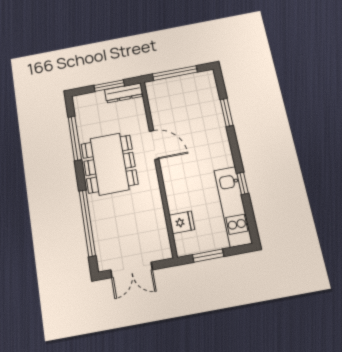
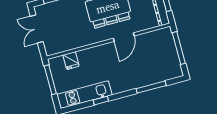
window: (227, 112) -> (151, 87), width x1.44
window: (208, 256) -> (50, 80), width x1.44

